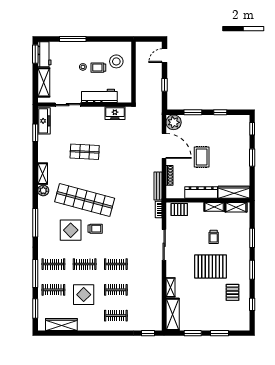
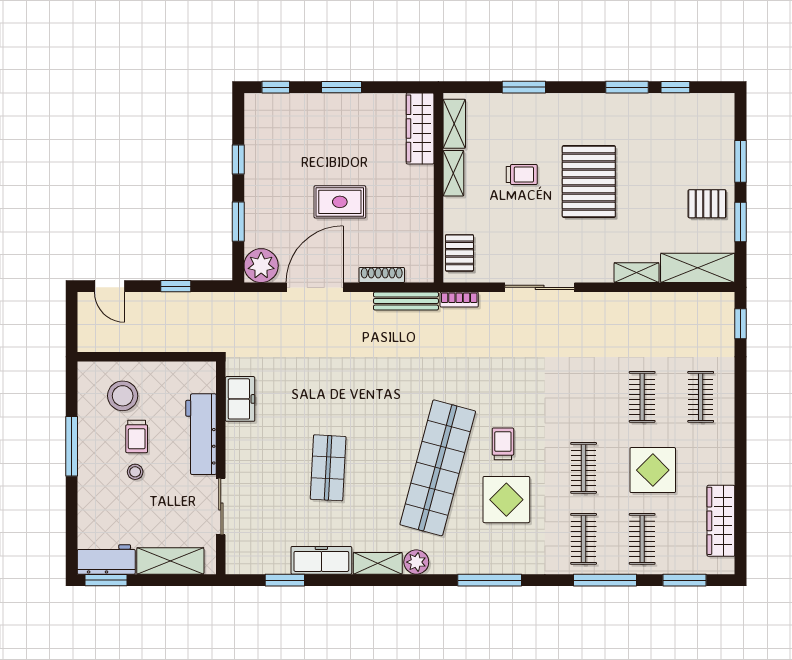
window: (73, 39) -> (72, 446), moved
freezer: (44, 121) -> (321, 560), moved
dresser: (201, 192) -> (421, 203), removed
clothes rail: (116, 264) -> (584, 397), removed
window: (252, 270) -> (627, 87), moved
pallet: (233, 292) -> (707, 204), moved

